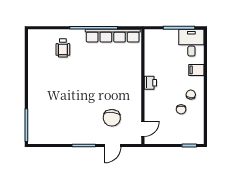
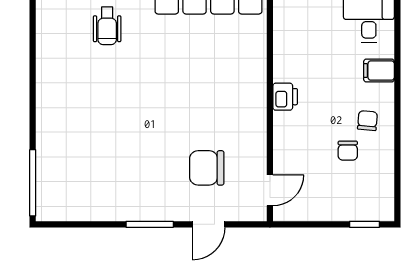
chair: (112, 118) -> (207, 168), turned 86

